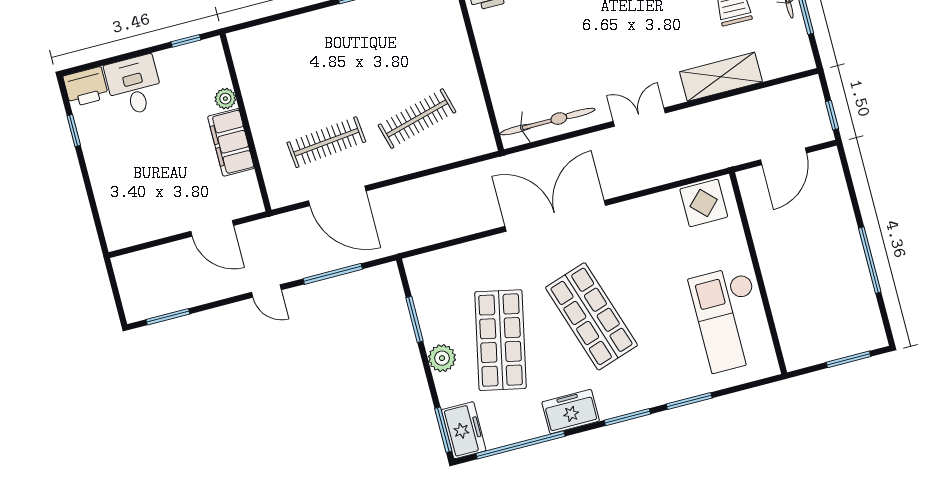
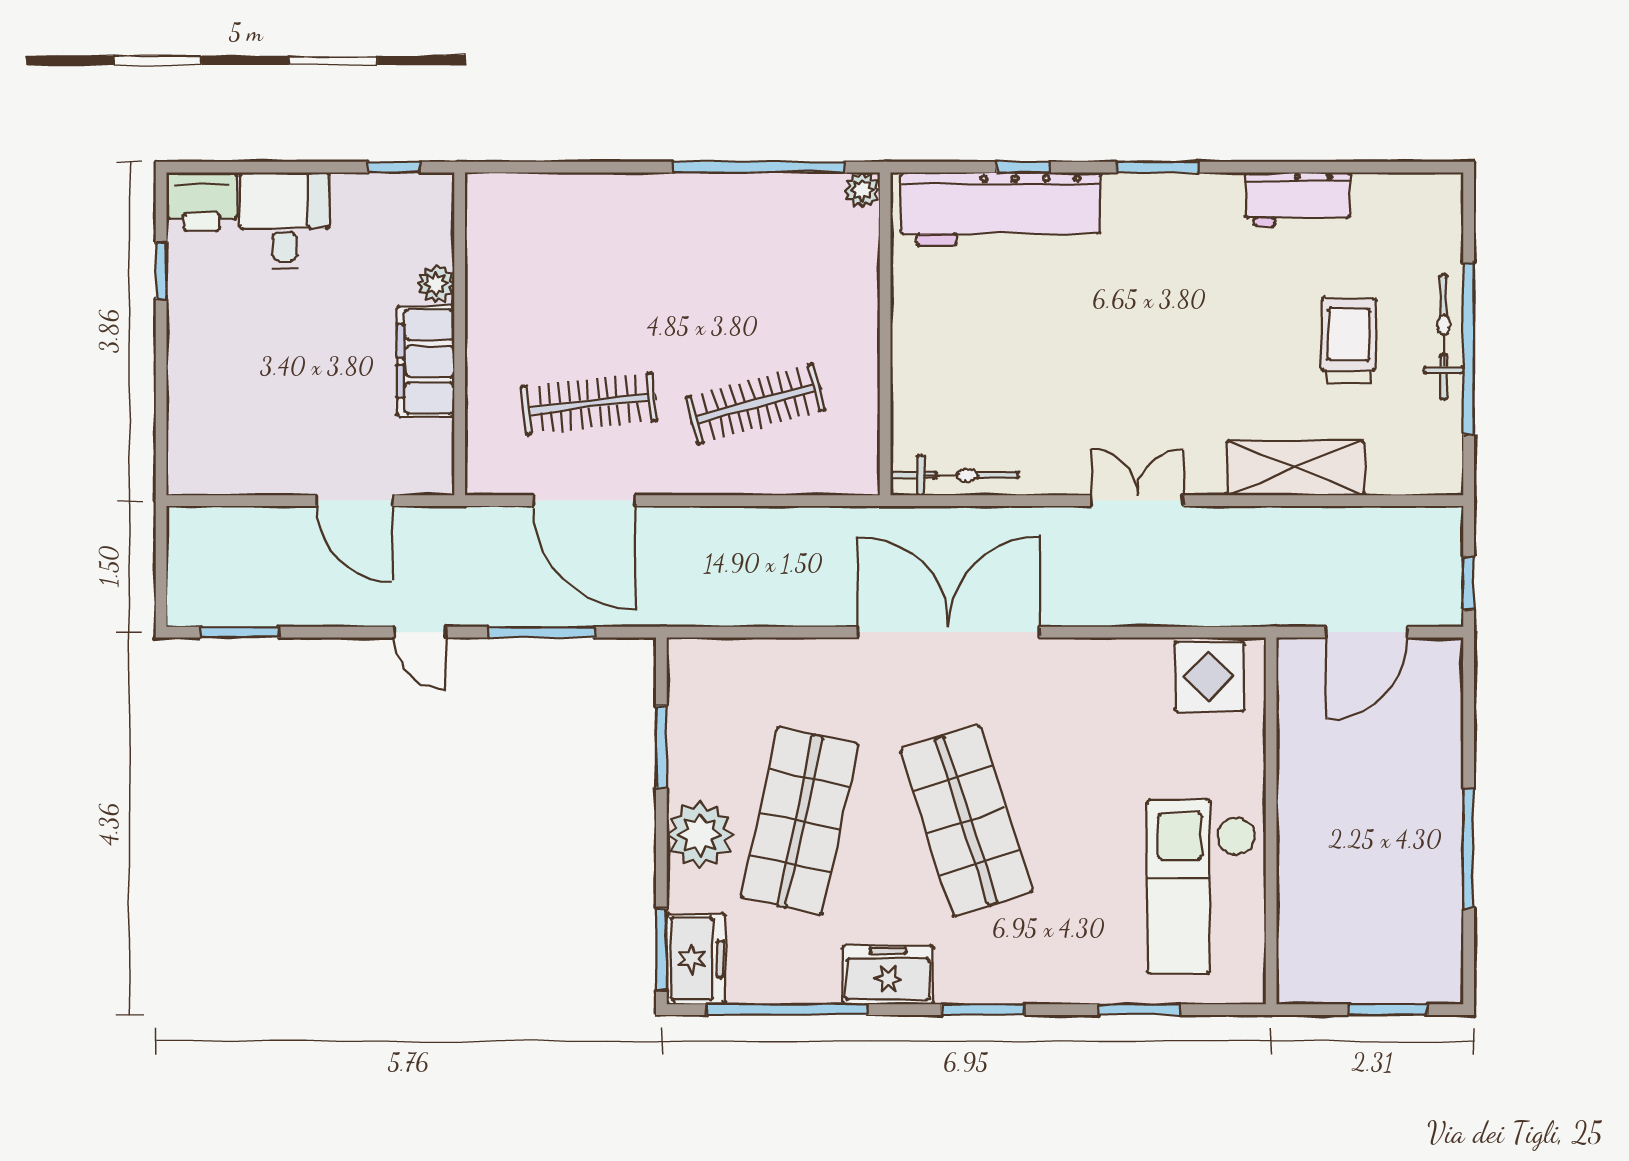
bicycle: (547, 122) -> (954, 475), width x0.73, depth x0.71
plant: (442, 358) -> (700, 835), width x1.36, depth x1.36
window: (689, 401) -> (1139, 1010), moved

